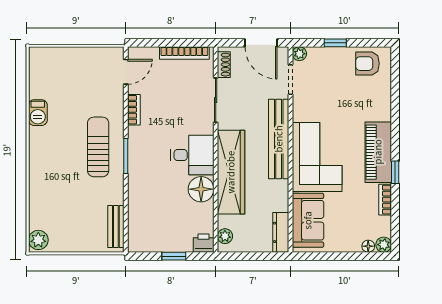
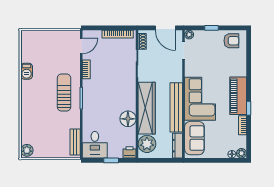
armchair: (368, 64) -> (231, 41), turned 180
bench: (279, 139) -> (176, 107), moved
desk: (192, 155) -> (95, 145), moved, turned 90
plant: (225, 236) -> (147, 144), width x1.88, depth x1.88

